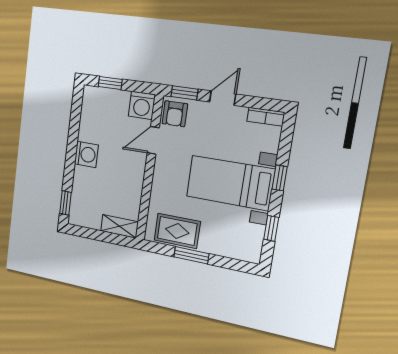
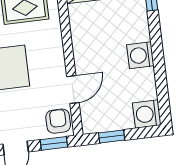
window: (110, 83) -> (112, 136), moved
washing machine: (142, 105) -> (147, 114), moved, turned -90

